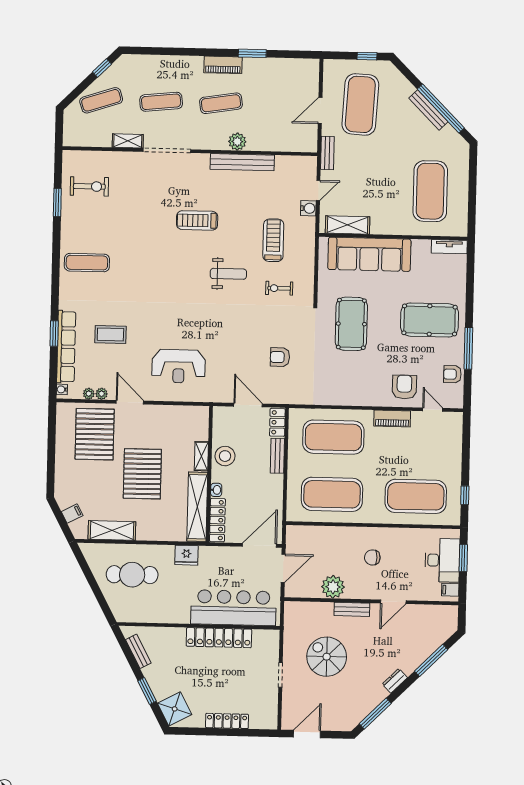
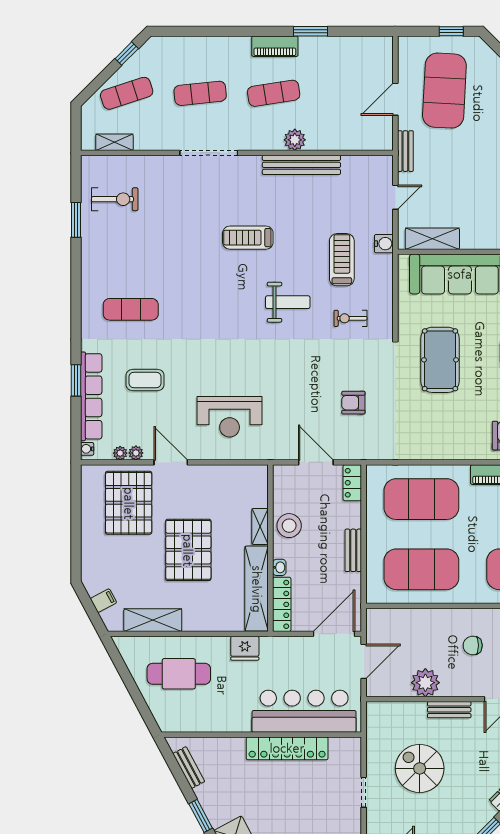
shelving: (128, 141) -> (114, 142), moved
water cooler: (308, 208) -> (384, 244), moved
exercise mat: (87, 263) -> (131, 309), moved
bench: (277, 456) -> (353, 550), moved

